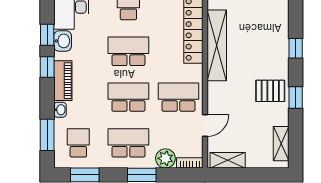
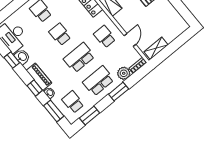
school desk: (128, 51) -> (60, 34), width x0.54
window: (47, 67) -> (35, 88), moved
school desk: (179, 97) -> (105, 37), width x0.54
shelving: (281, 144) -> (176, 17), removed

